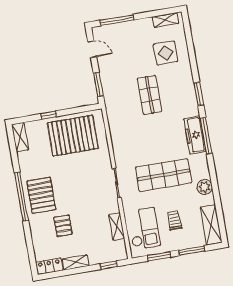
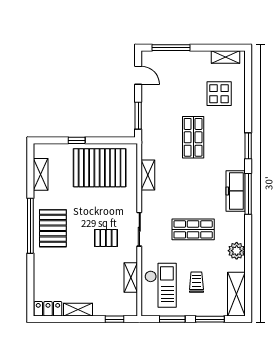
shelving: (116, 134) -> (148, 175), added
shelving: (20, 137) -> (41, 174), moved
shop shelf: (164, 175) -> (193, 229), width x0.70, depth x0.74
pallet: (63, 226) -> (106, 238), moved, turned 90

